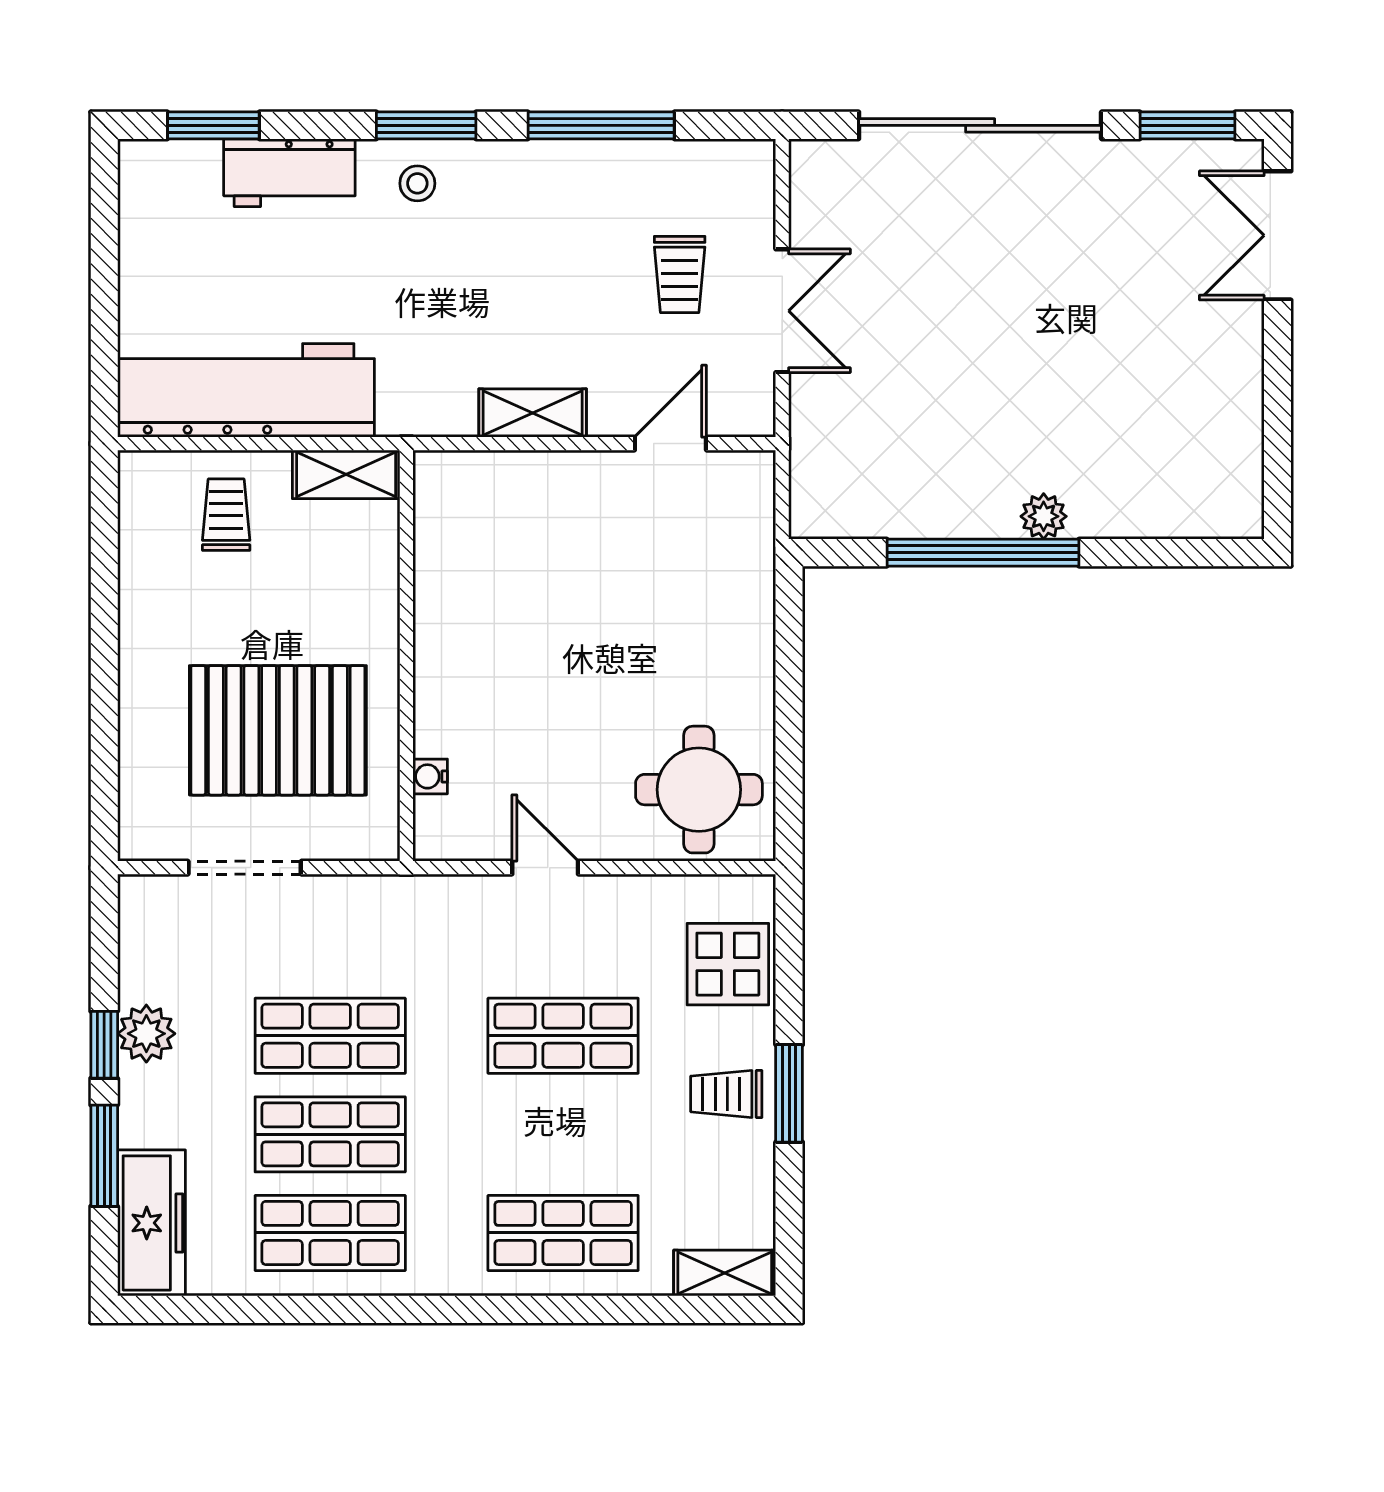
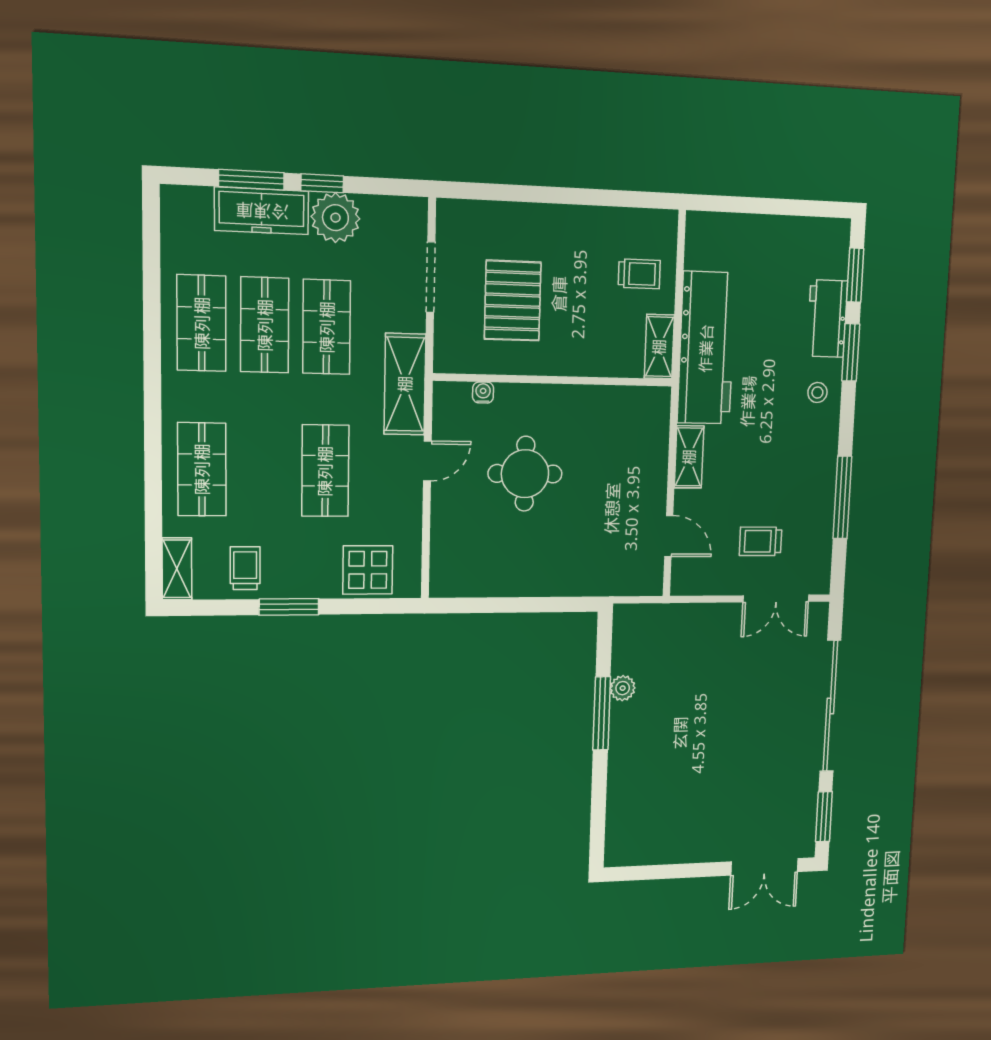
window: (426, 125) -> (851, 352), moved
double door: (1277, 235) -> (765, 867), swing flipped
double door: (782, 311) -> (776, 599), moved
workbench: (246, 390) -> (706, 348), moved
plant: (1044, 516) -> (623, 688), moved
window: (983, 553) -> (602, 713), width x0.68
pallet: (278, 730) -> (513, 301), width x0.73, depth x0.71
round table: (699, 790) -> (525, 474), moved
shelving: (419, 907) -> (405, 384), added
plant: (146, 1034) -> (335, 218), width x1.36, depth x1.36
trolley: (726, 1094) -> (245, 568), moved
freezer: (151, 1223) -> (262, 211), moved

